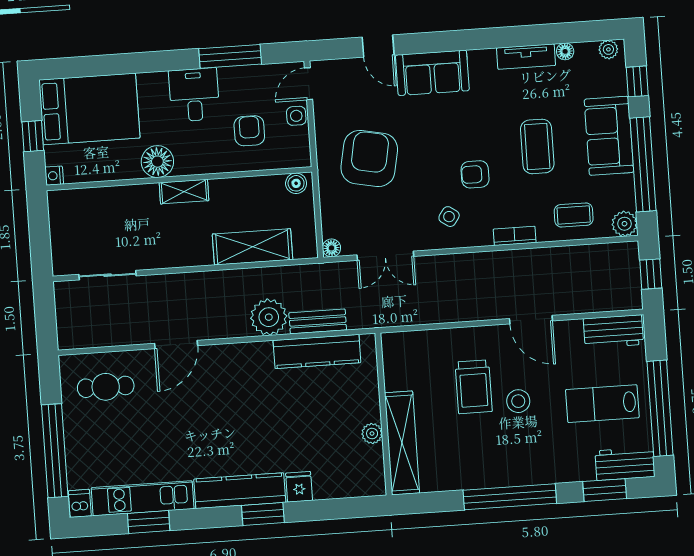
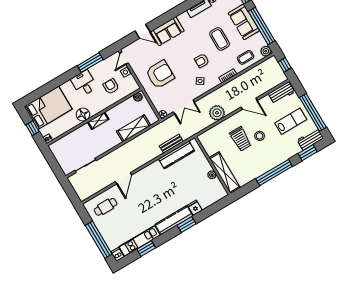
armchair: (369, 158) -> (160, 74), turned 79
plant: (269, 317) -> (217, 113), moved
lab bench: (602, 404) -> (291, 121), turned 180

